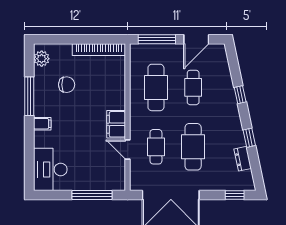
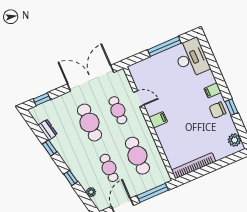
plant: (224, 69) -> (91, 192), added
chair: (67, 85) -> (217, 110), moved
window: (29, 96) -> (231, 107), width x0.46
filing cabinet: (116, 124) -> (158, 120), width x0.50
window: (92, 195) -> (164, 46), moved

